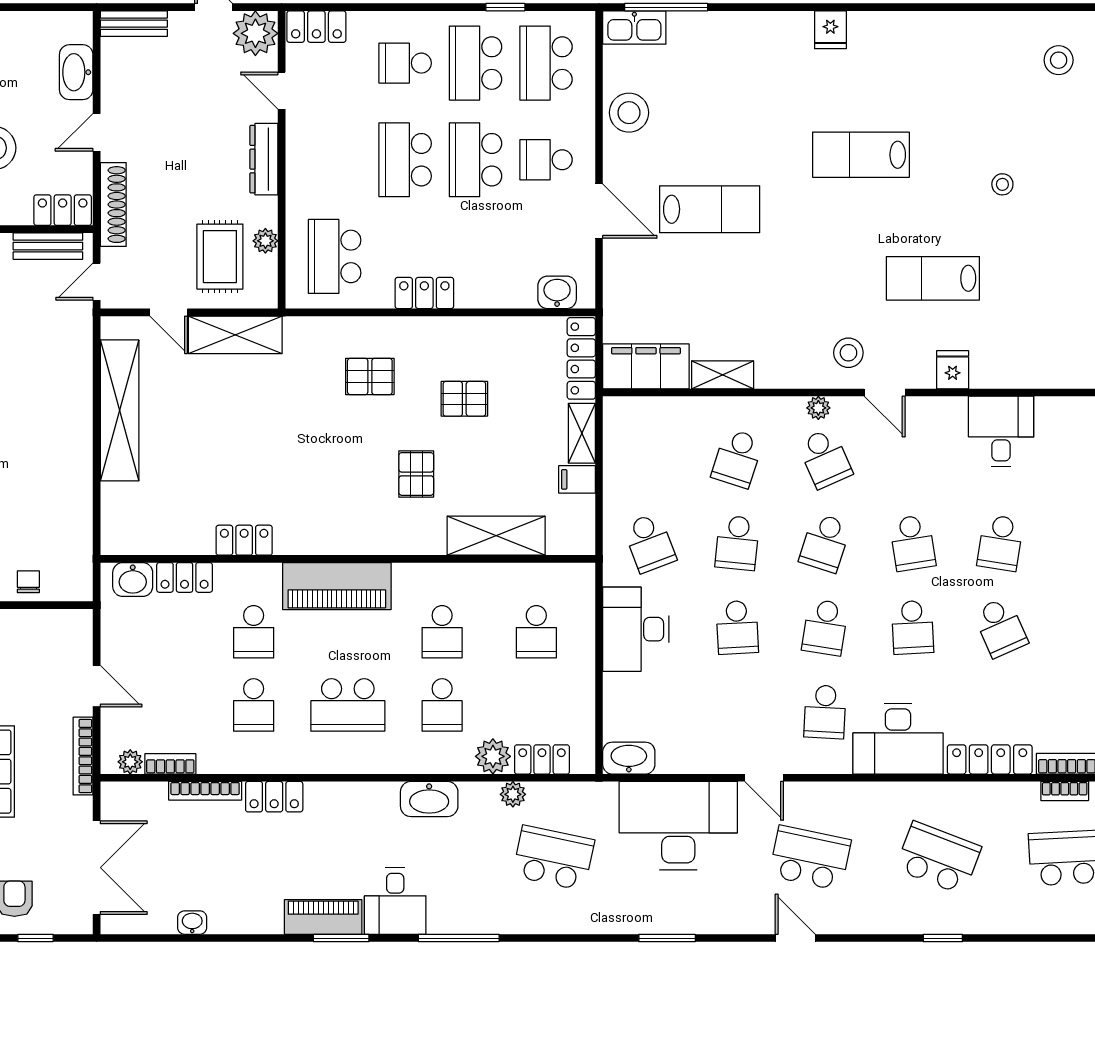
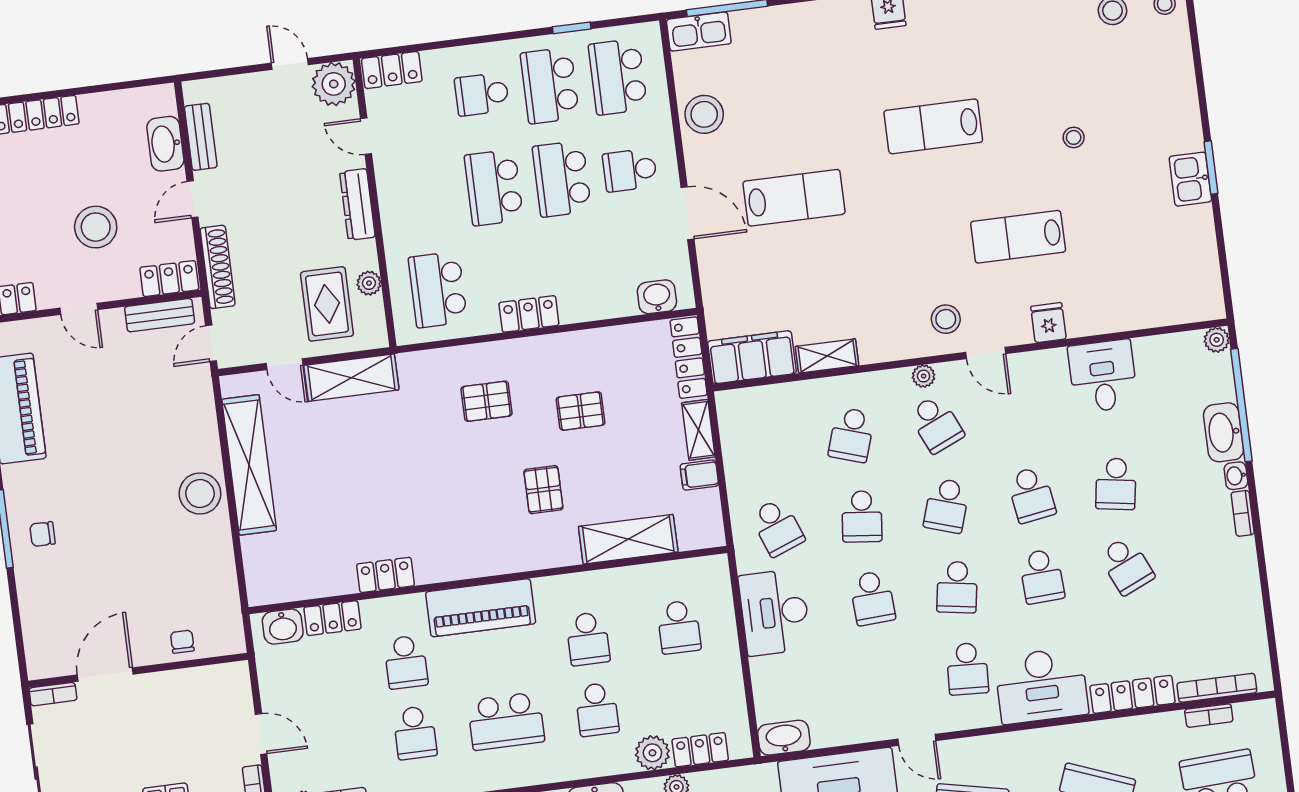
bench: (134, 24) -> (201, 137), moved, turned 90
stool: (66, 433) -> (200, 493), added

